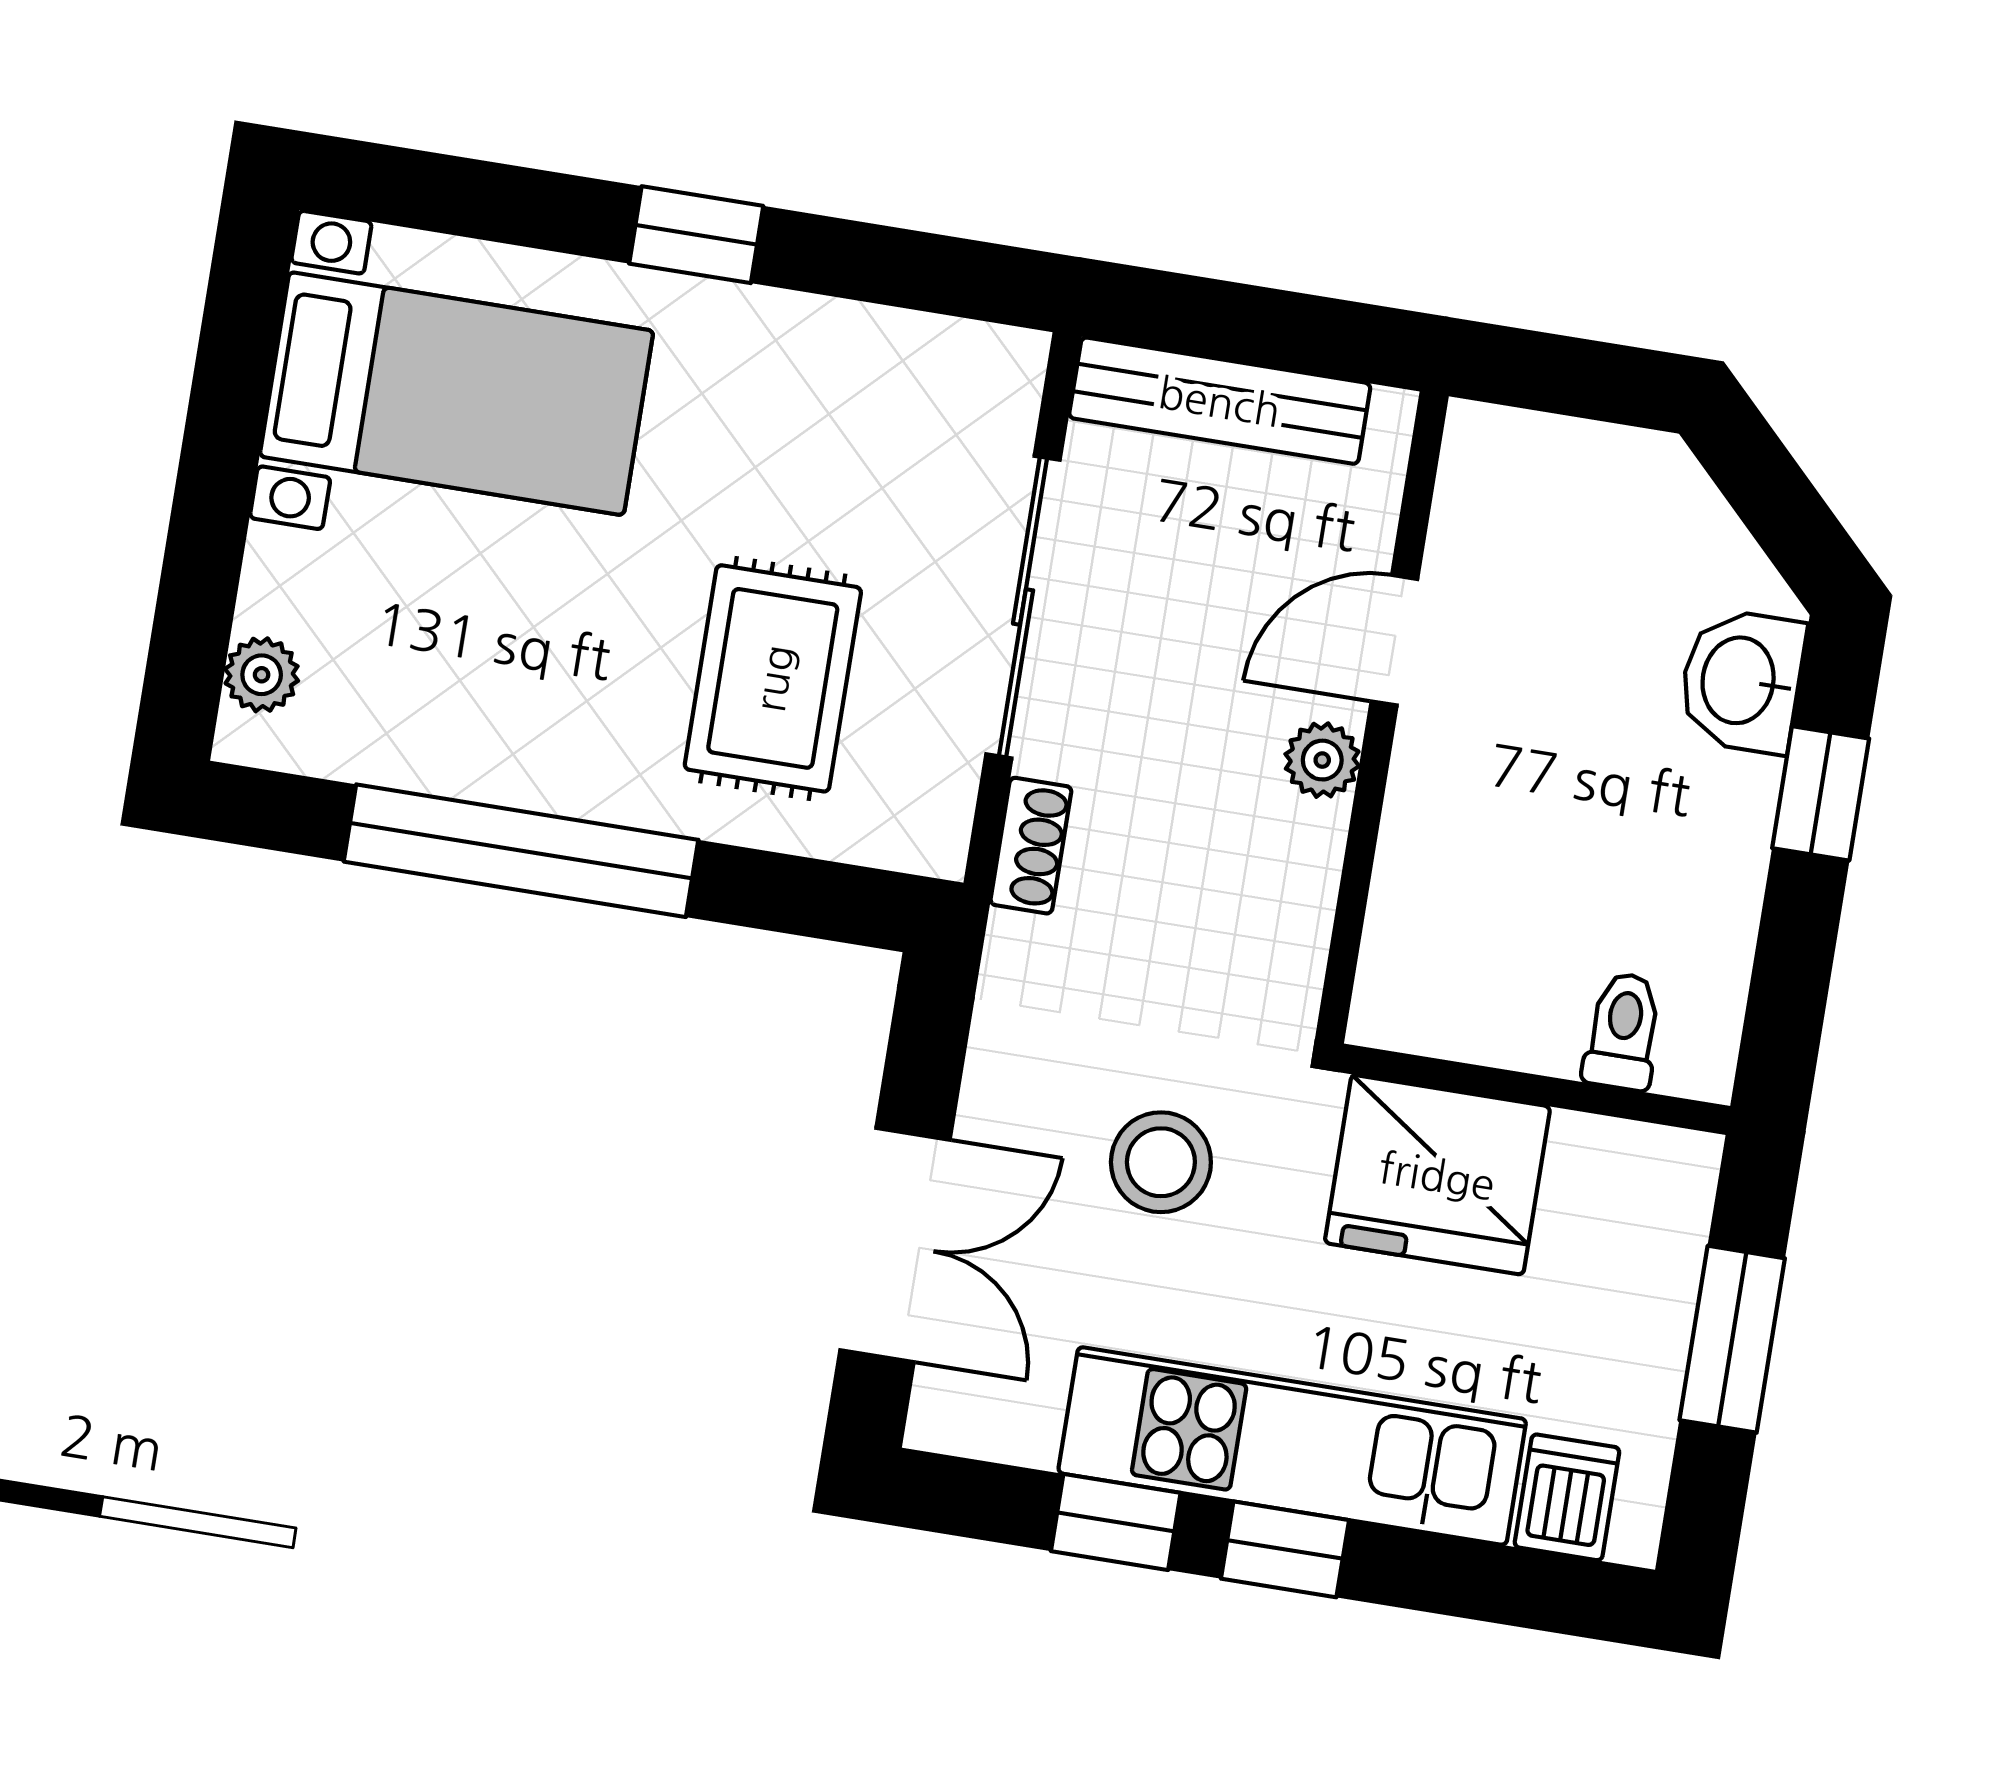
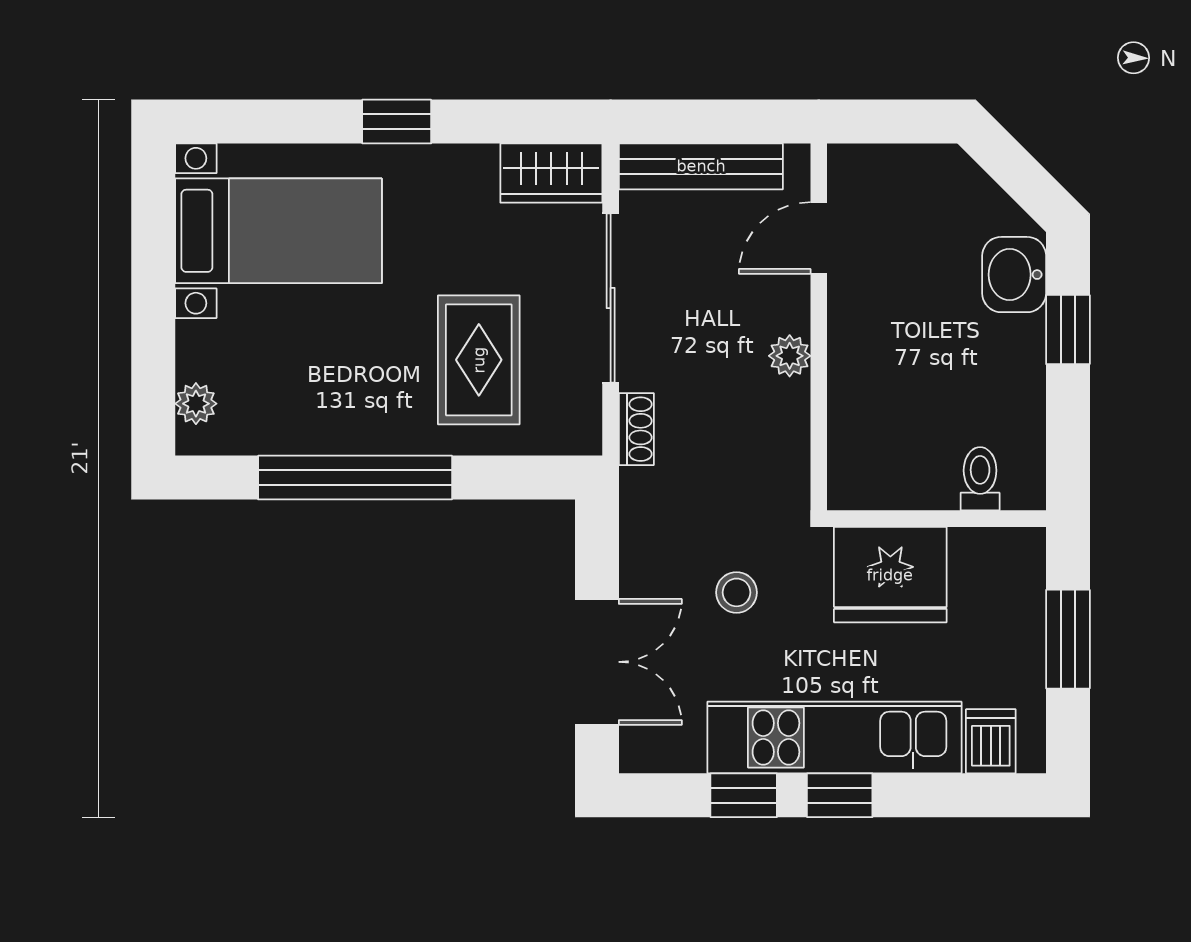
wardrobe: (954, 370) -> (551, 173), added
door: (1394, 640) -> (819, 238), moved
stool: (1161, 1162) -> (736, 592), width x0.73, depth x0.73

